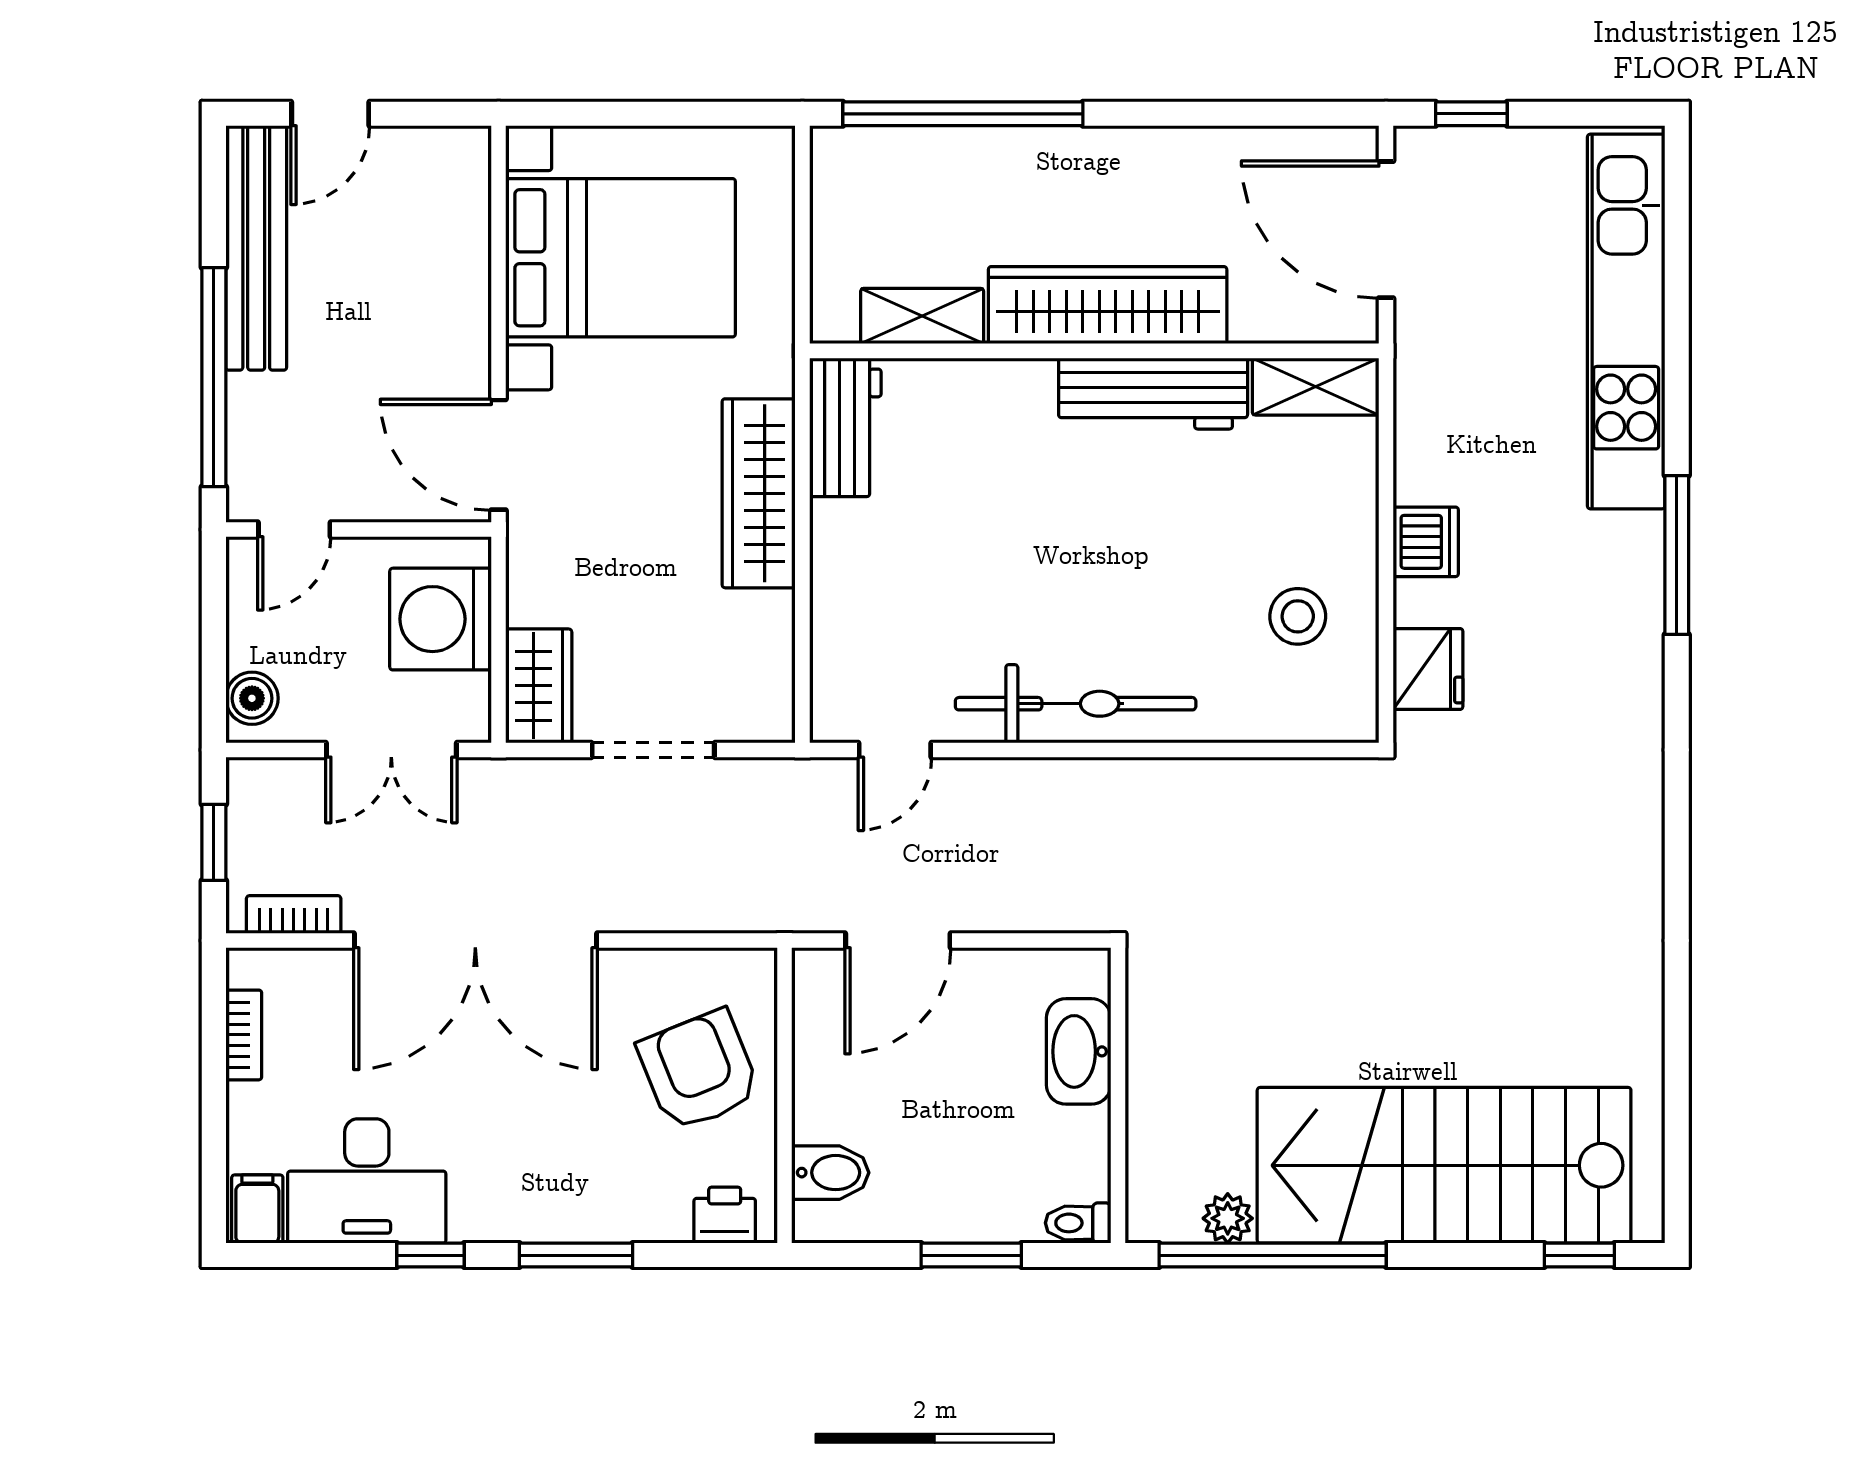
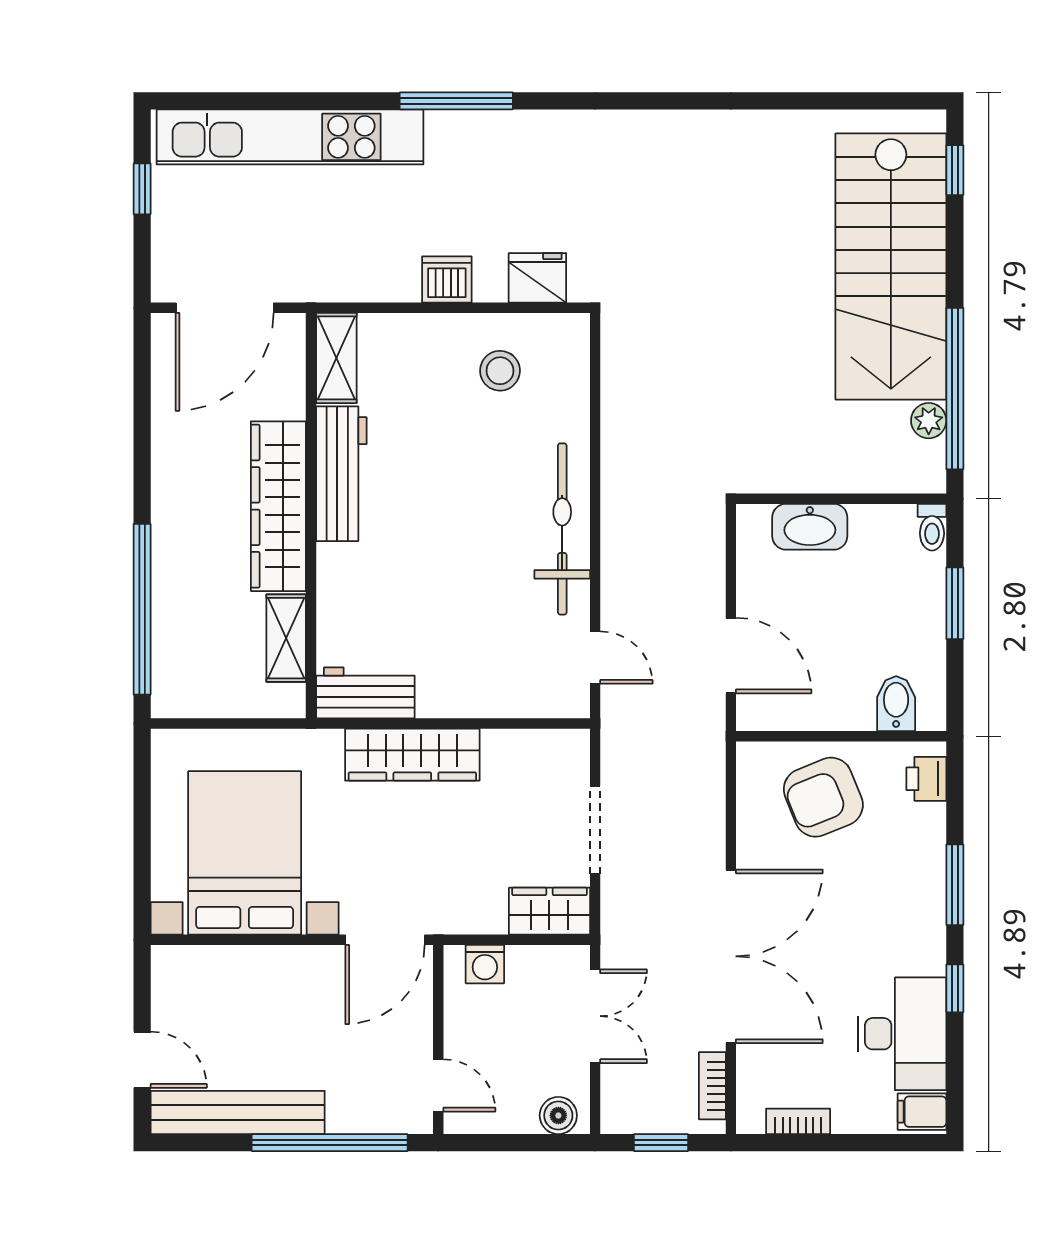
window: (1471, 114) -> (142, 189), moved
washing machine: (441, 619) -> (485, 964), width x0.53, depth x0.53

